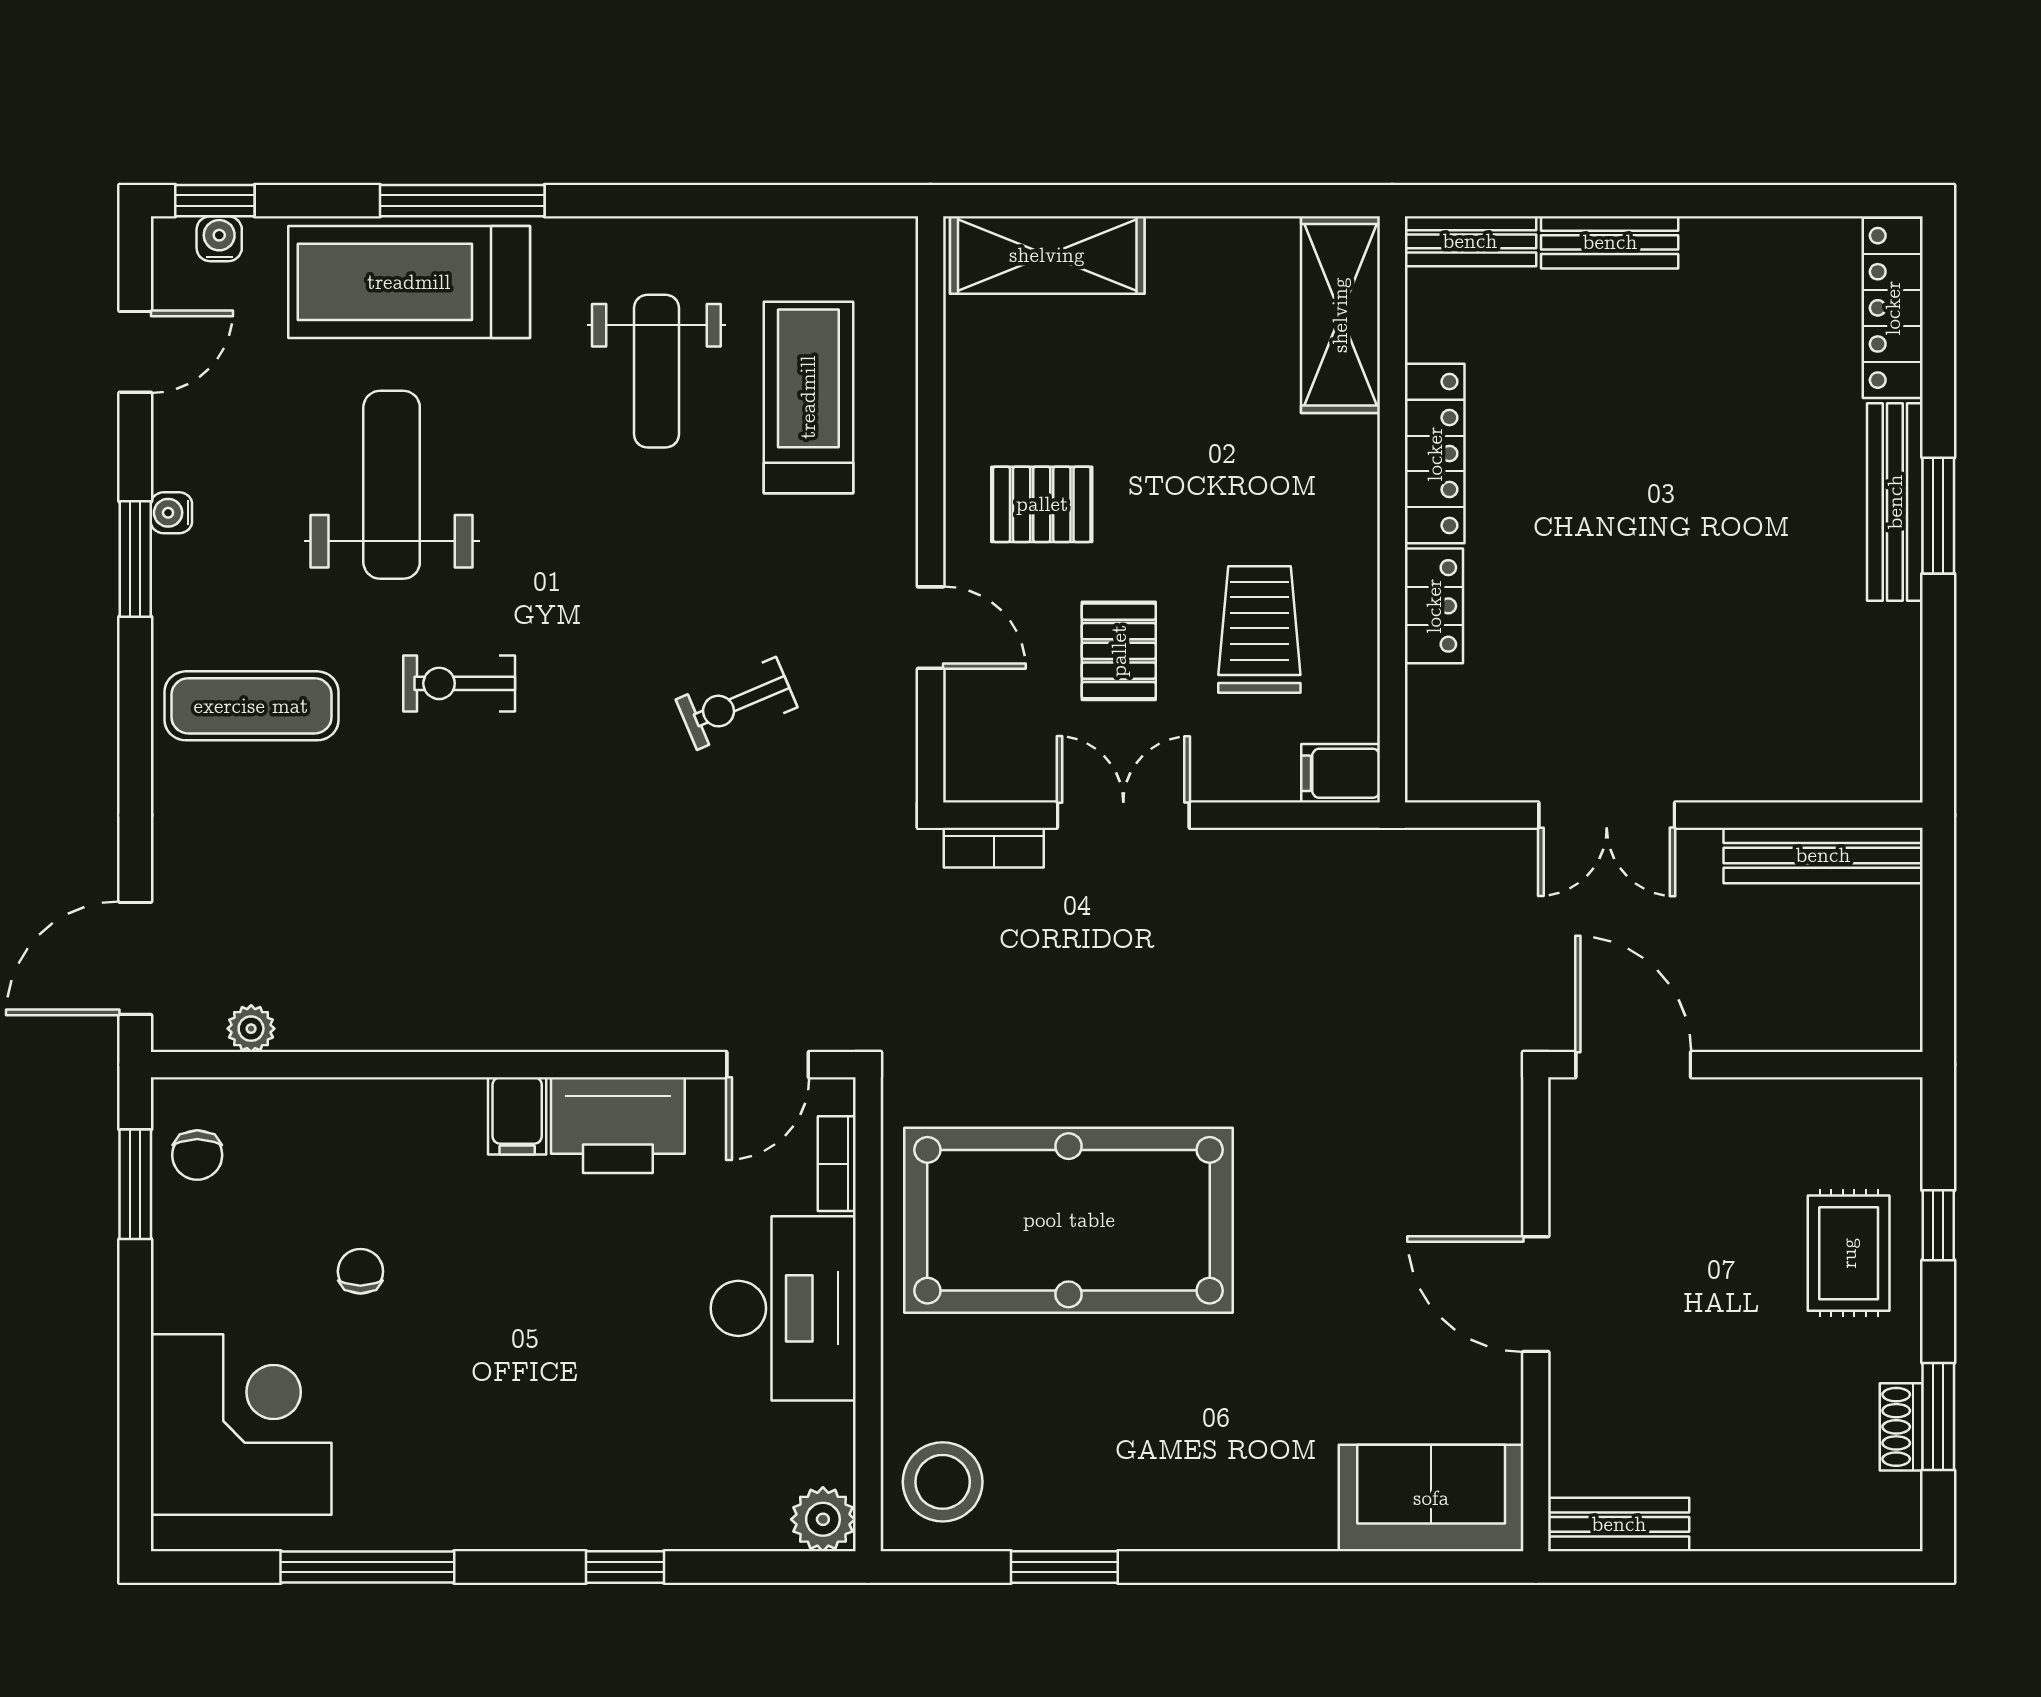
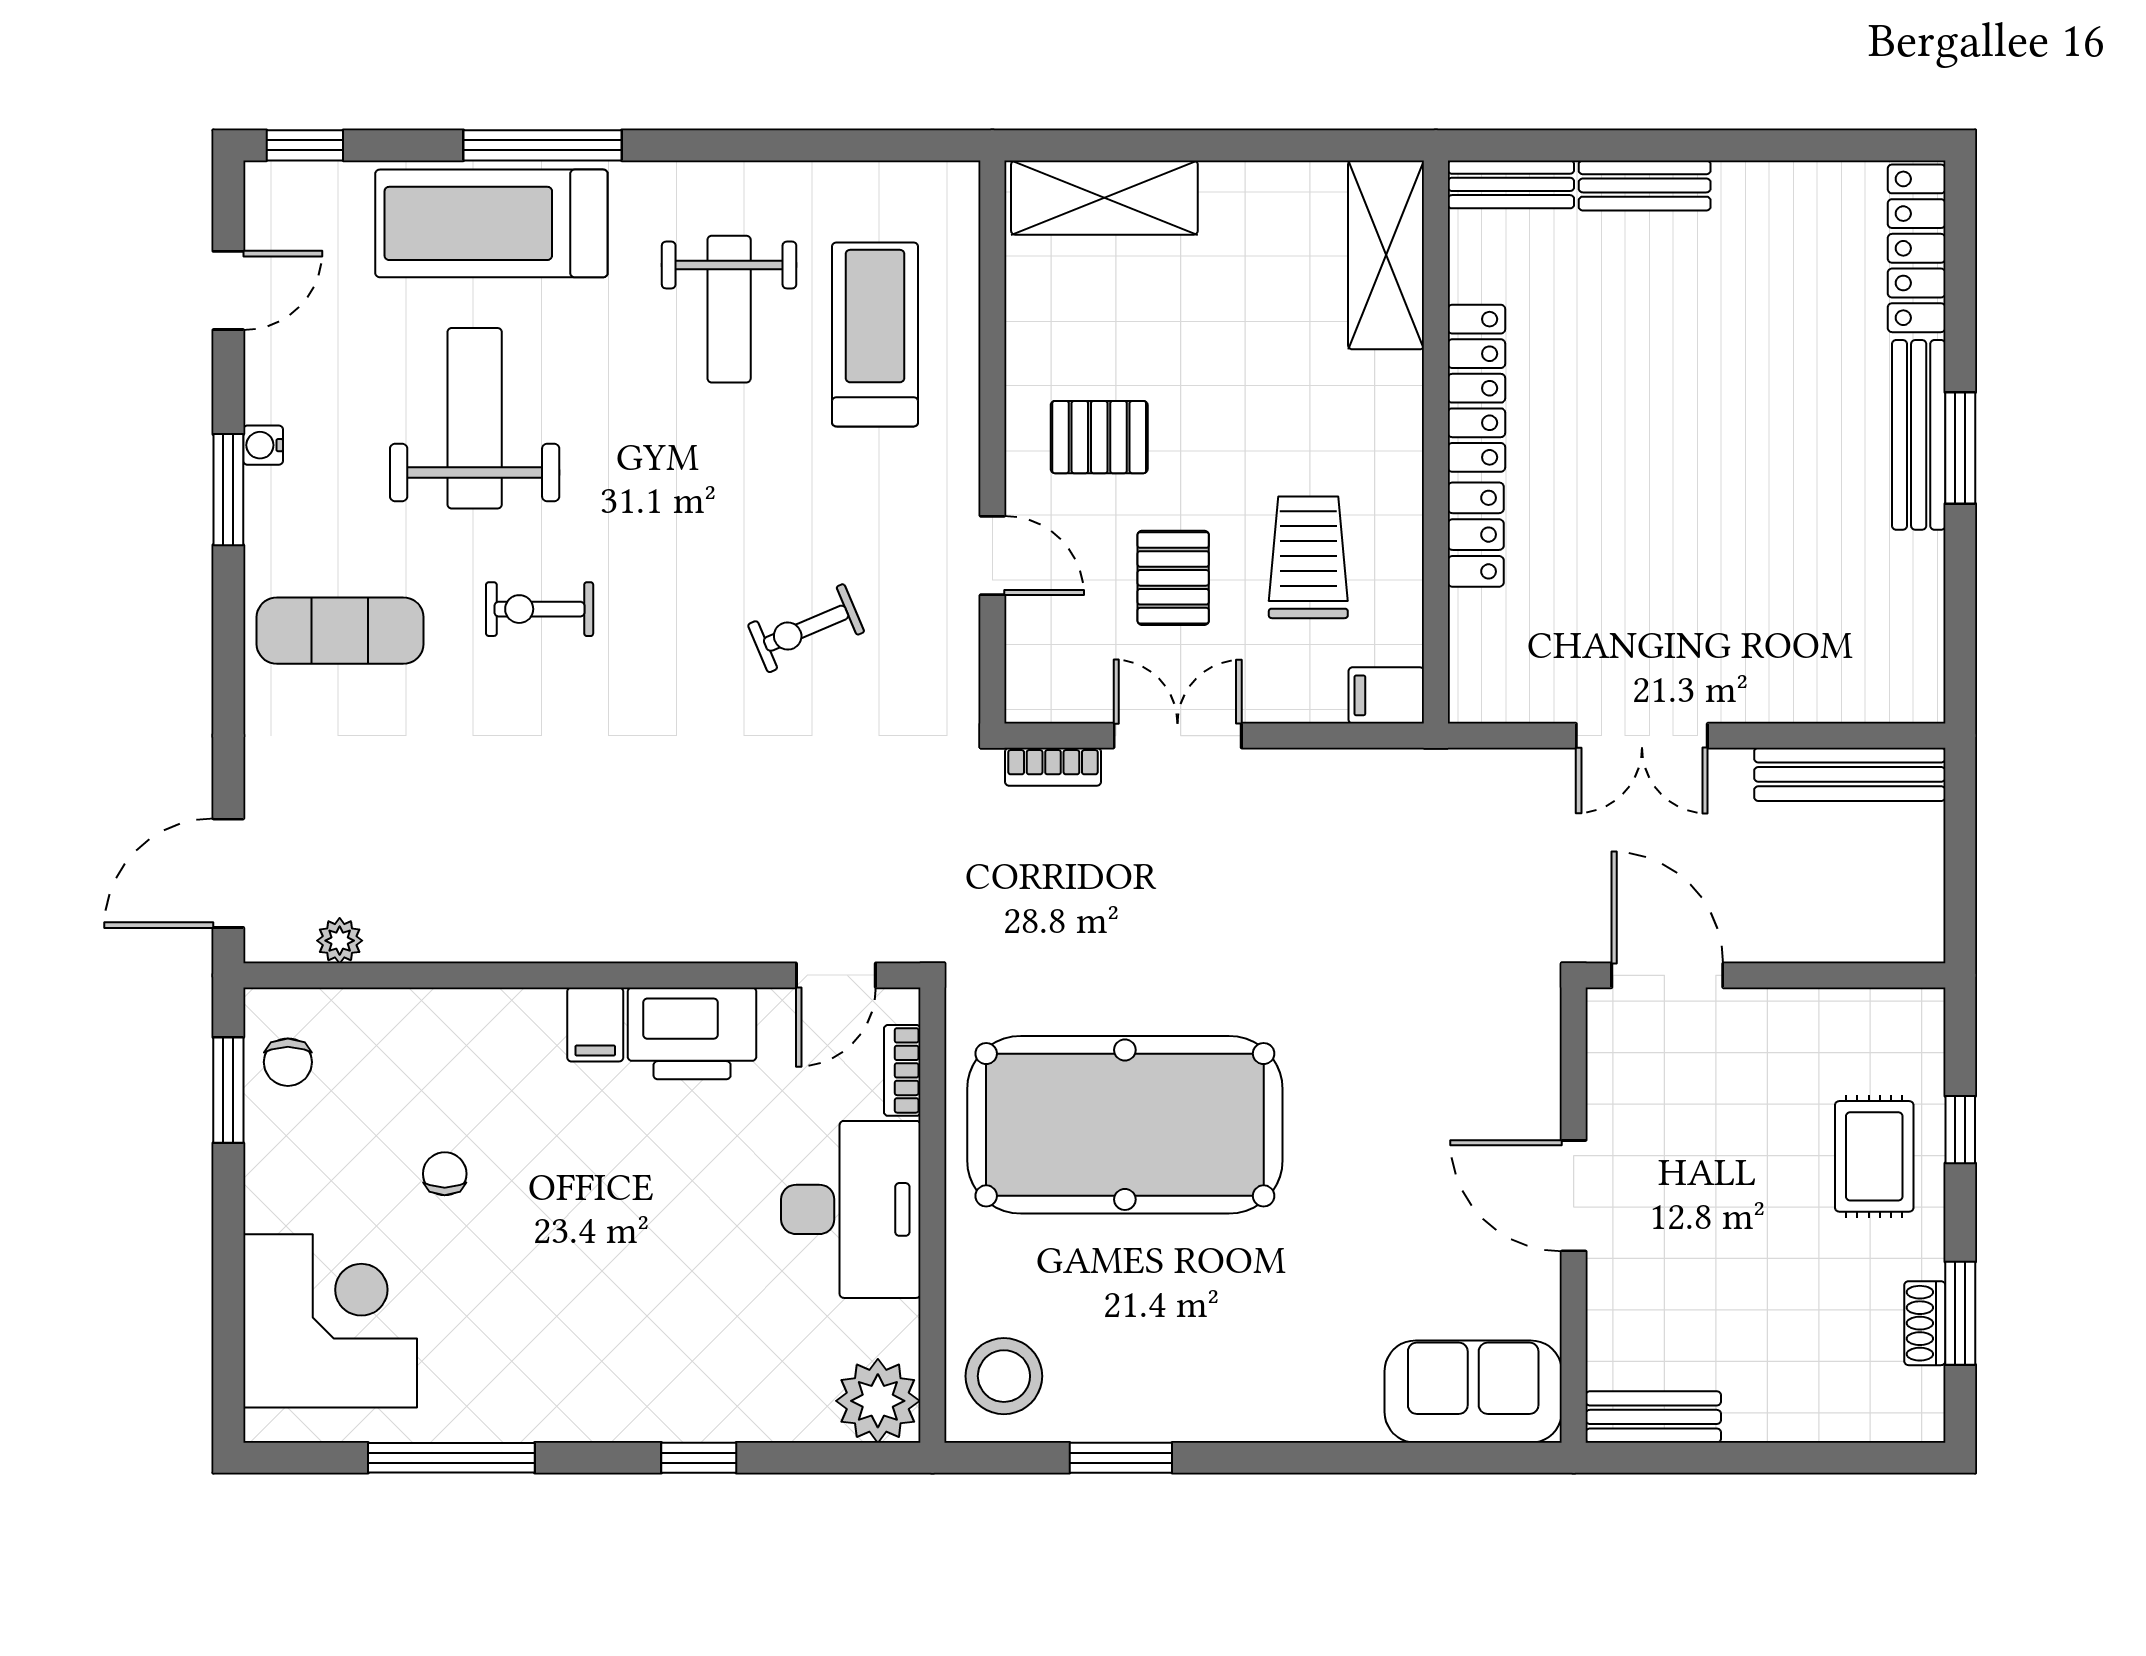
water cooler: (219, 239) -> (309, 182), removed
plant: (823, 1519) -> (878, 1401), width x1.36, depth x1.36

